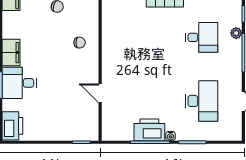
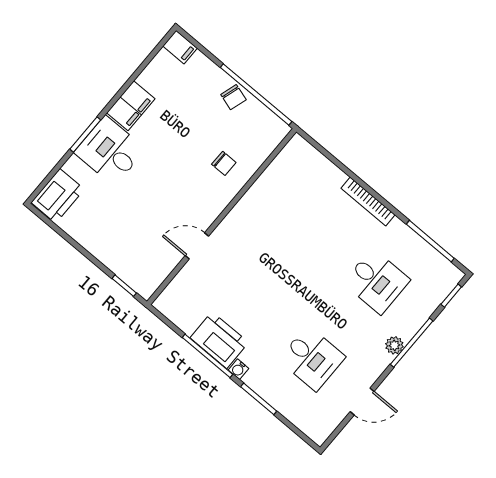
plant: (236, 33) -> (394, 345), moved
door: (100, 93) -> (197, 246), hinge flipped
desk: (202, 101) -> (312, 358), width x0.73

